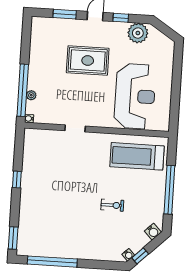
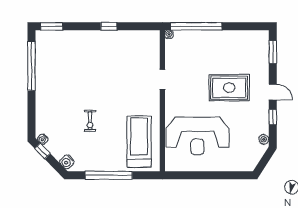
window: (65, 14) -> (273, 52), moved
plant: (138, 33) -> (264, 139), width x0.53, depth x0.53
rug: (88, 61) -> (229, 88), turned 90
plant: (31, 95) -> (192, 35), removed

